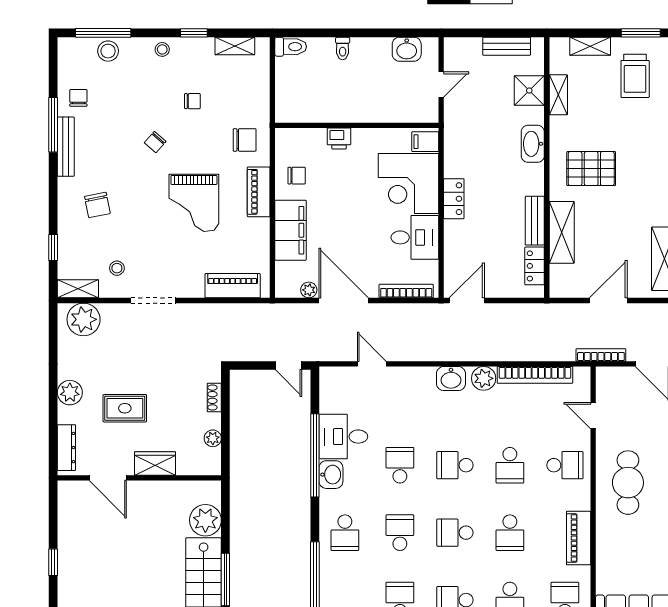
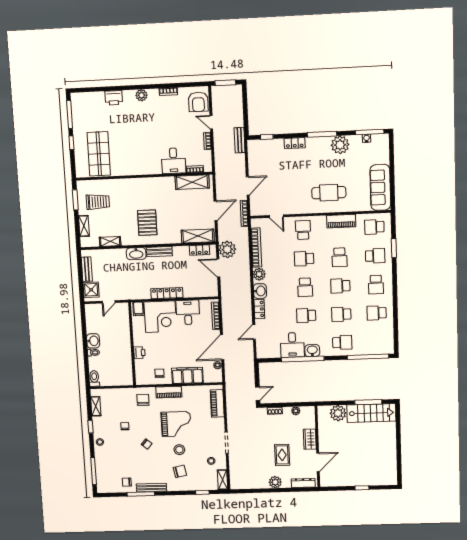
washbasin: (407, 49) -> (93, 341), moved
stool: (108, 51) -> (179, 450), moved
door: (441, 85) -> (109, 302), swing flipped
shower: (529, 91) -> (91, 290), moved
locker: (454, 199) -> (167, 293), width x1.53
bench: (535, 221) -> (159, 252), moved
shelving: (562, 232) -> (198, 236), moved
door: (467, 301) -> (218, 268), moved
door: (608, 301) -> (216, 211), swing flipped
plant: (84, 319) -> (227, 249), moved
door: (289, 366) -> (258, 394), moved
locker: (416, 376) -> (259, 309), added
door: (593, 416) -> (276, 216), hinge flipped
school desk: (510, 465) -> (304, 259), turned 180
cafe table: (628, 483) -> (329, 193), moved
school desk: (455, 533) -> (340, 286), turned 90
school desk: (510, 533) -> (340, 257), turned 90

